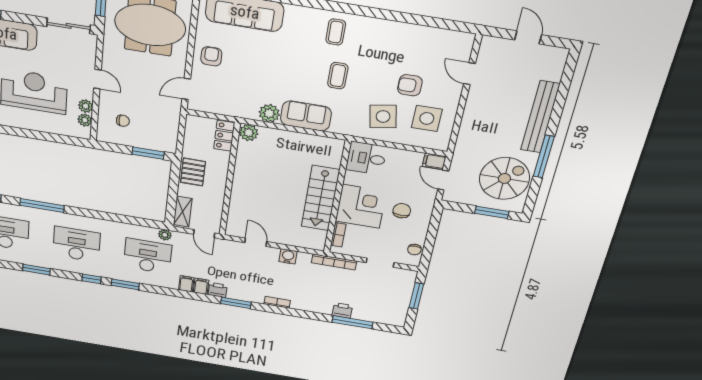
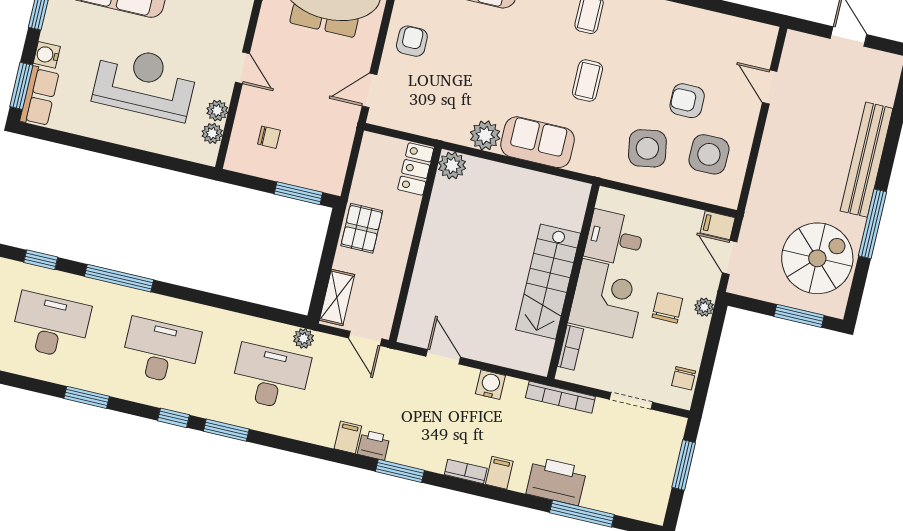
desk: (366, 158) -> (615, 238), moved
plant: (427, 209) -> (704, 307), added
filing cabinet: (186, 284) -> (499, 473), moved
printer: (342, 310) -> (556, 481), width x1.87, depth x1.48

